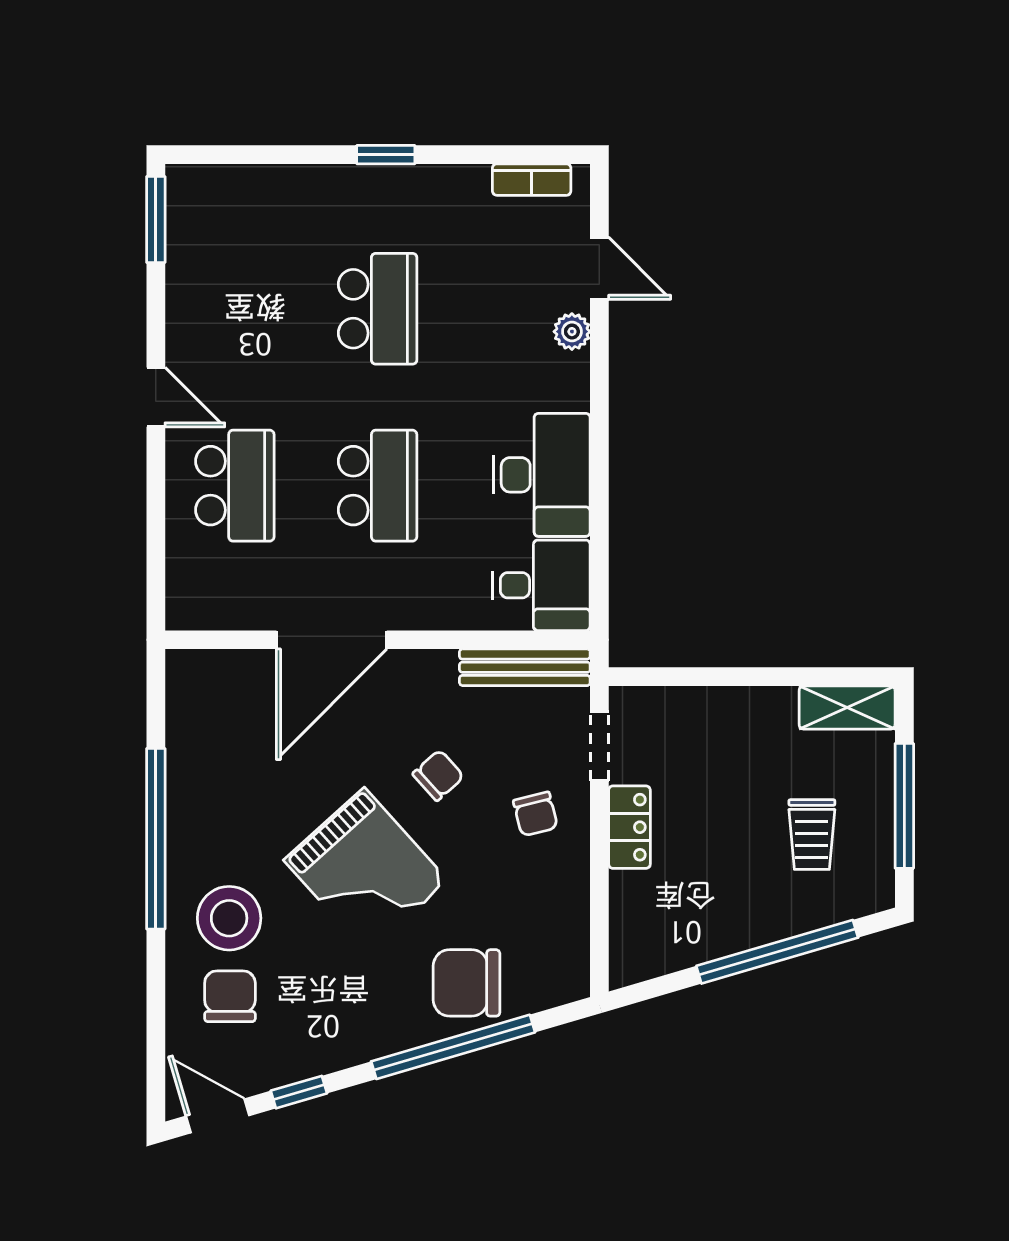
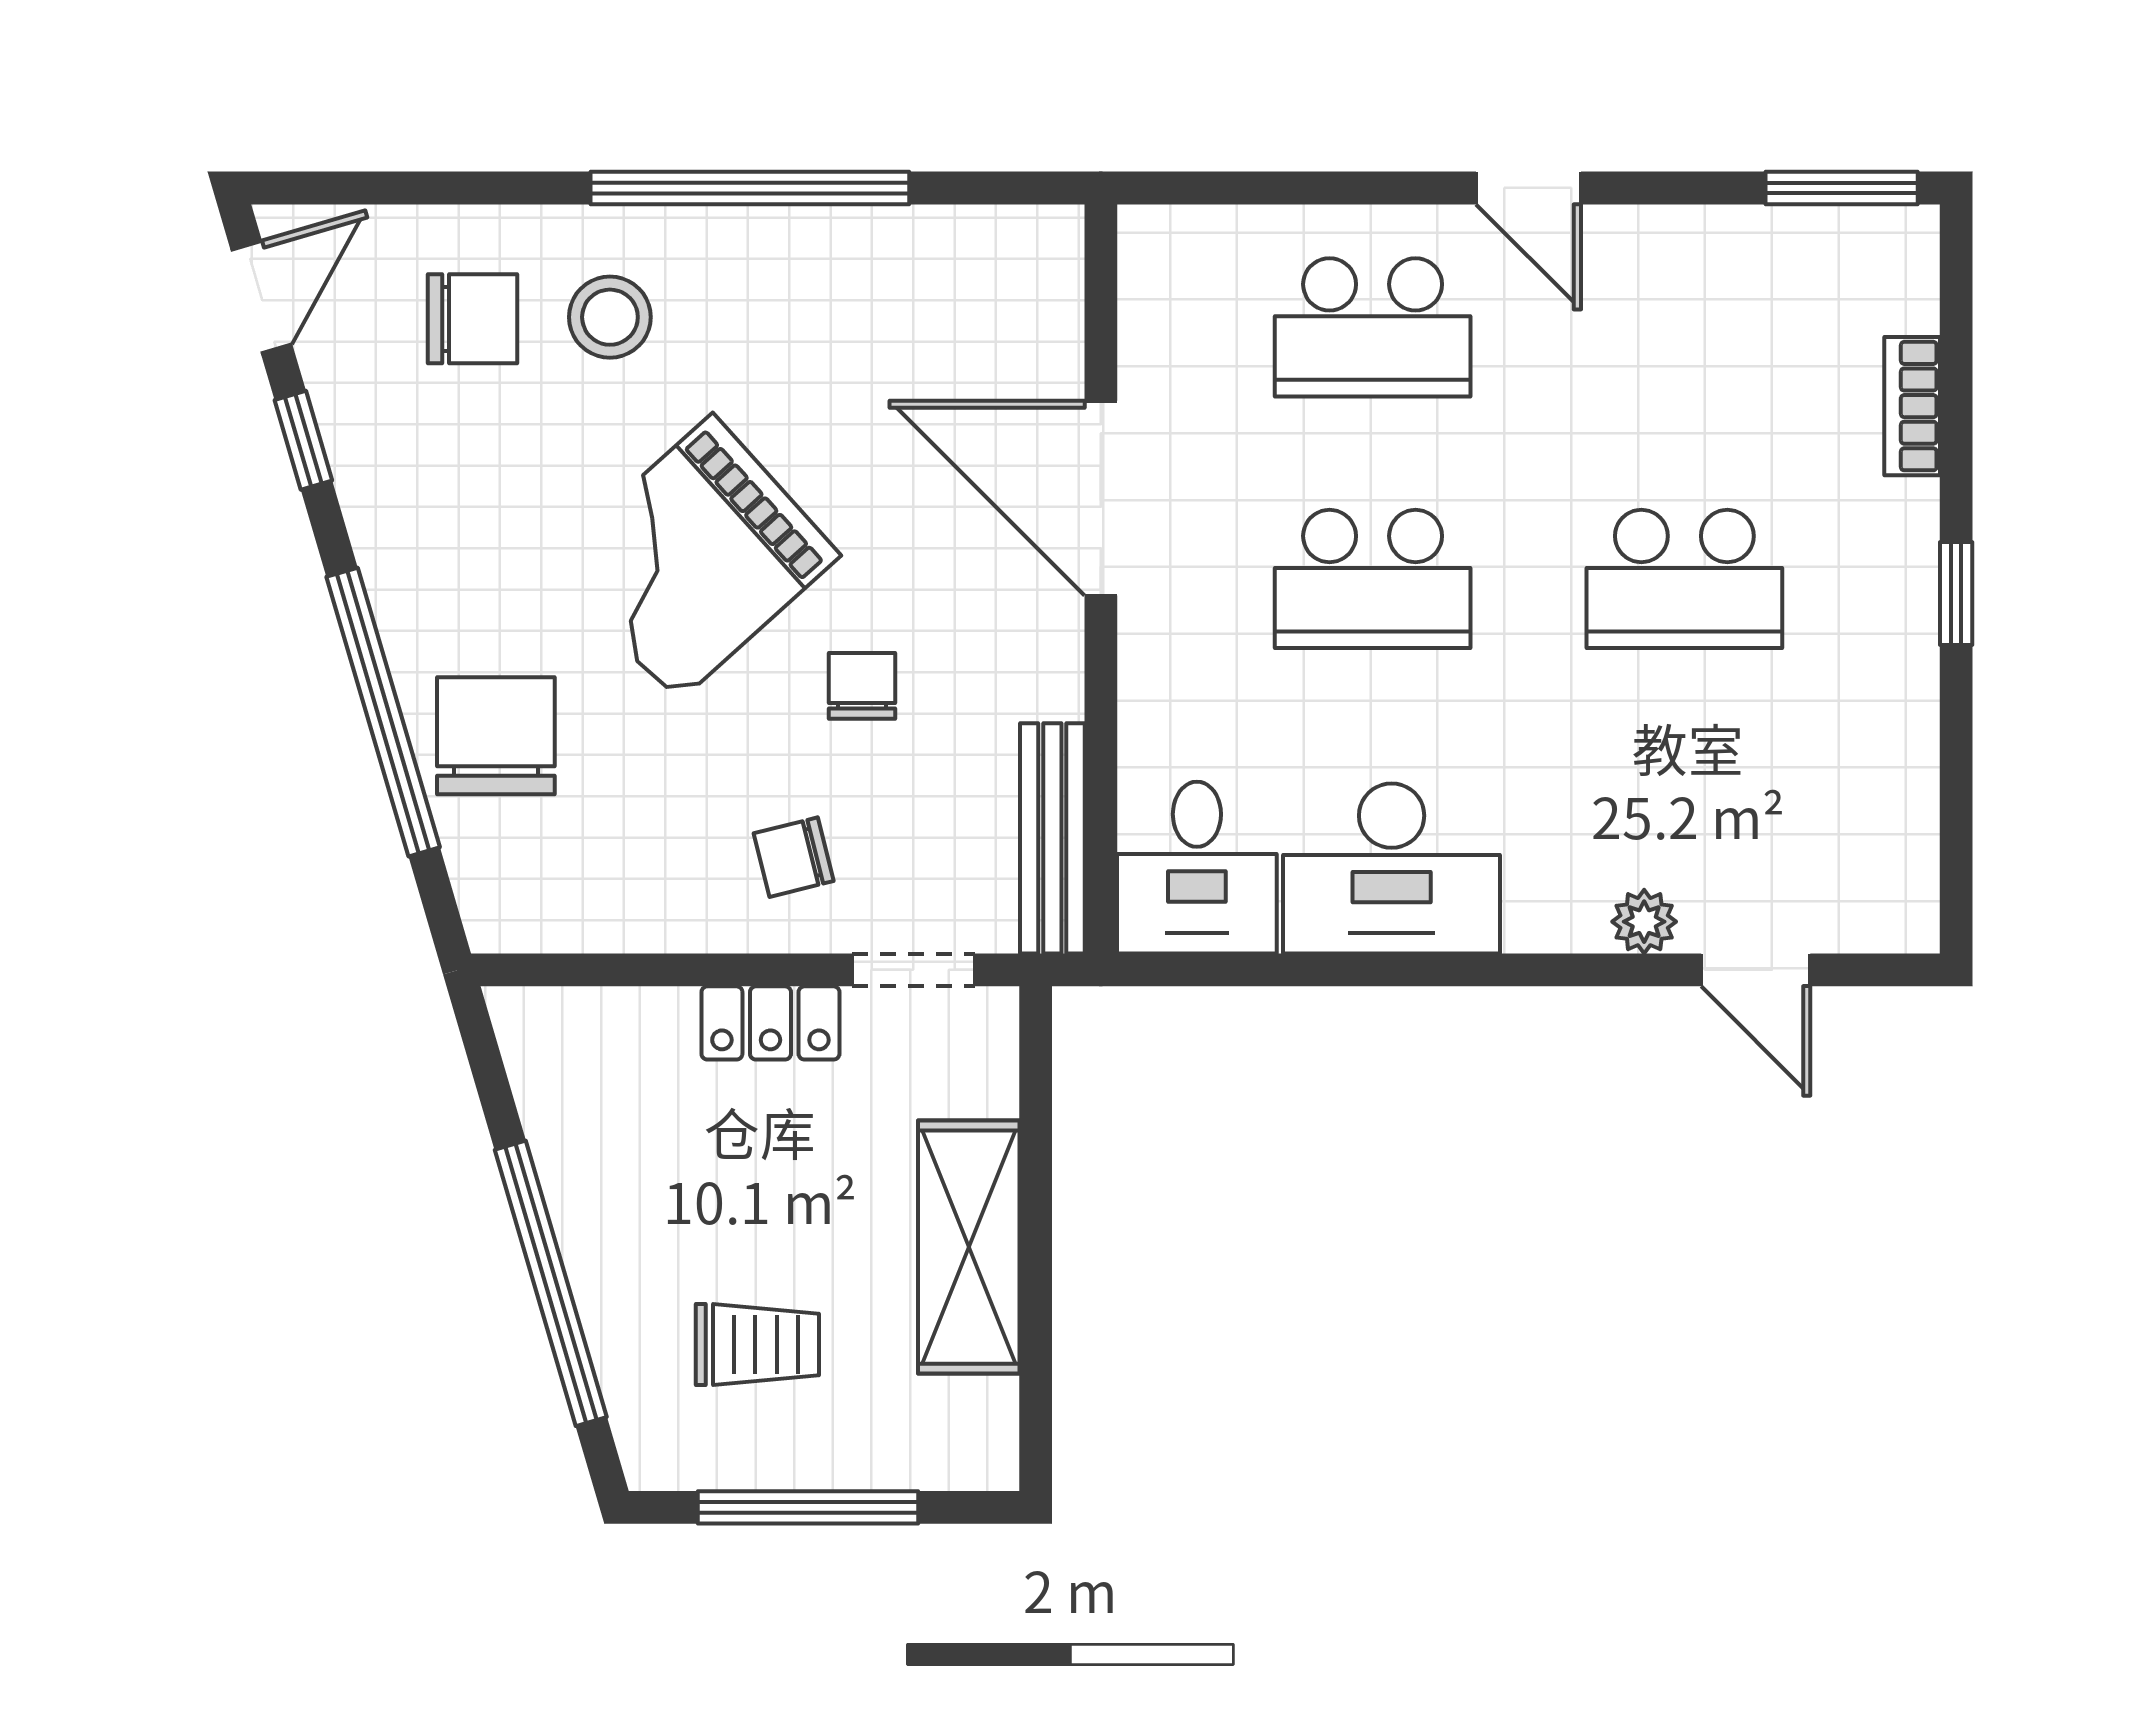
bookcase: (532, 180) -> (1912, 406), moved
door: (599, 268) -> (1756, 970), hinge flipped
door: (156, 397) -> (1528, 188), hinge flipped
shelving: (847, 707) -> (969, 1247), moved, width x1.50, depth x1.33
chair: (438, 775) -> (862, 686), turned -138
trolley: (812, 835) -> (757, 1345), turned 180
stool: (229, 918) -> (610, 317), width x0.73, depth x0.73

